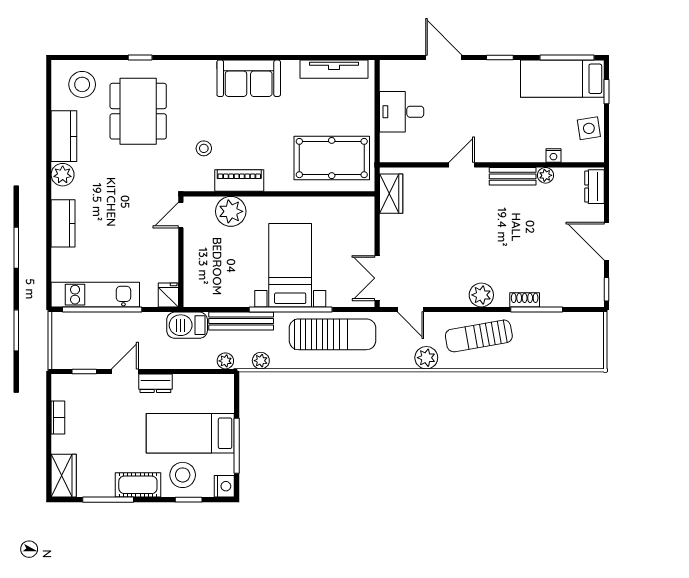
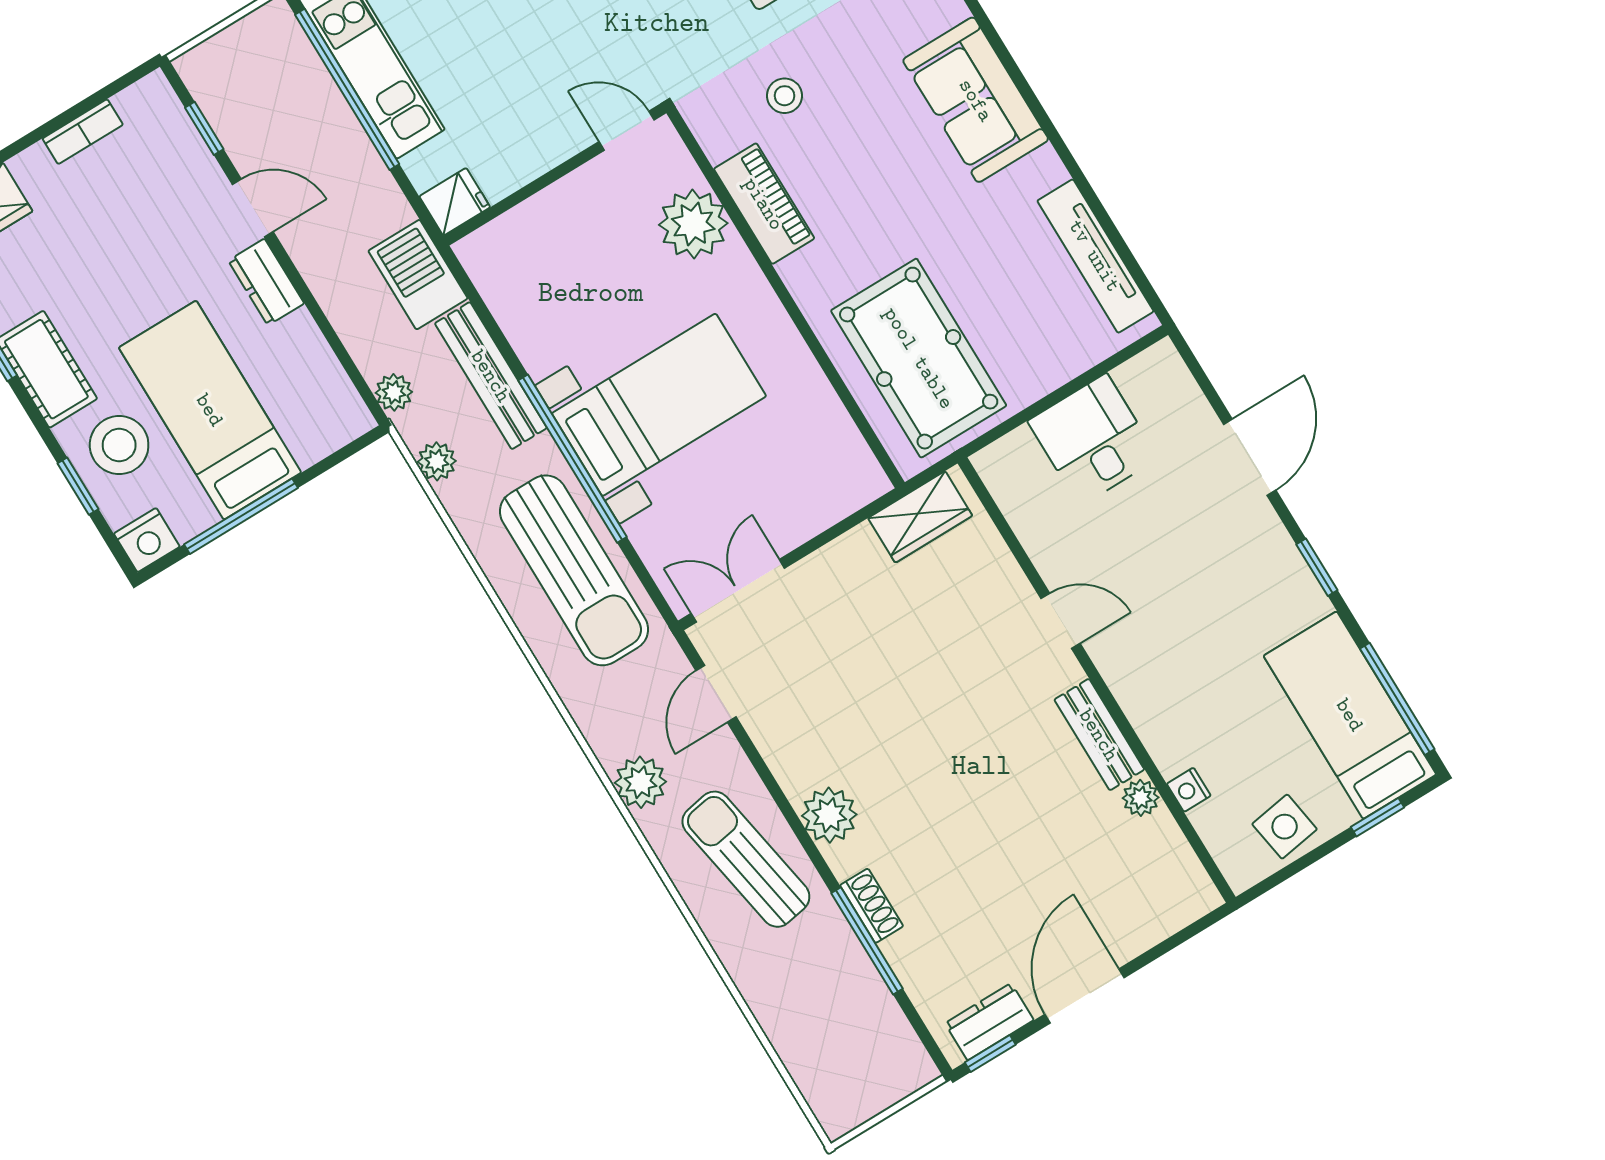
dresser: (594, 187) -> (989, 1022), moved

